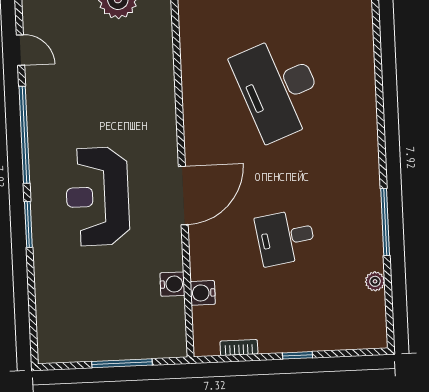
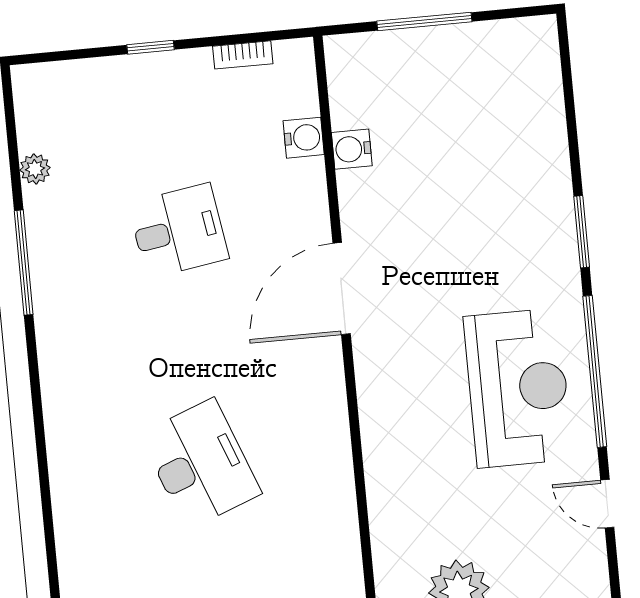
desk: (279, 88) -> (200, 464), width x0.73, depth x0.77
reception desk: (97, 197) -> (518, 388), moved

